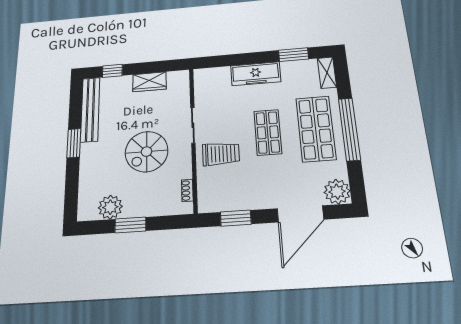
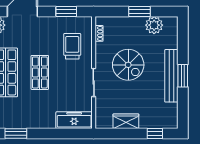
freezer: (256, 74) -> (74, 120), moved
bench: (90, 109) -> (171, 76), moved
spiral stairs: (147, 152) -> (128, 65), turned 90
trolley: (221, 154) -> (72, 46), moved, turned 90

